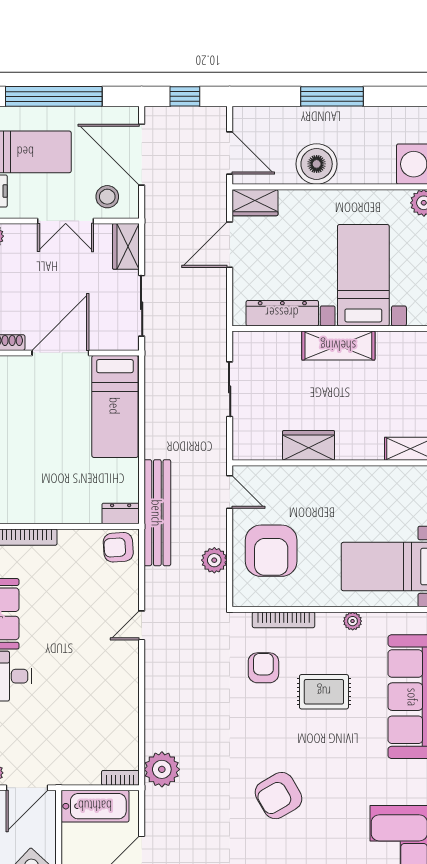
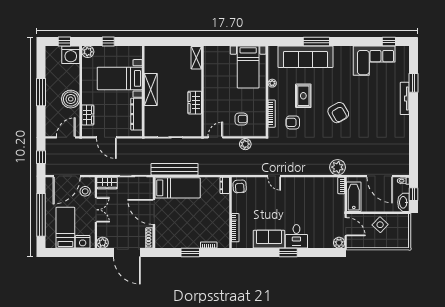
wardrobe: (255, 203) -> (88, 115), moved
bench: (157, 513) -> (175, 169), moved
armchair: (271, 551) -> (241, 119), width x0.53, depth x0.53
armchair: (279, 796) -> (338, 113), moved

